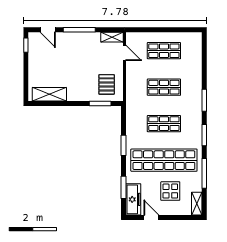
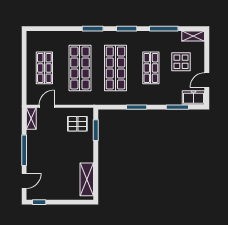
shop shelf: (164, 87) -> (80, 68), width x1.43, depth x1.36
shop shelf: (164, 124) -> (115, 68), width x1.43, depth x1.36
shop shelf: (164, 160) -> (151, 68), width x0.50, depth x0.74
freezer: (133, 199) -> (193, 98), width x0.71

